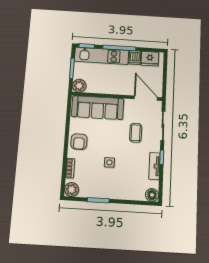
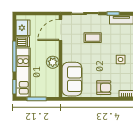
plant: (79, 86) -> (53, 62), moved
sofa: (98, 108) -> (72, 79), width x0.73

